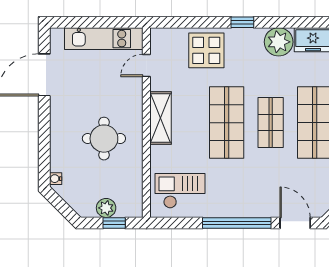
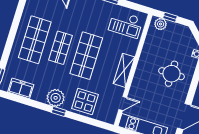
plant: (279, 42) -> (56, 98), moved
round table: (104, 139) -> (172, 74), moved
plant: (106, 208) -> (161, 24), moved

